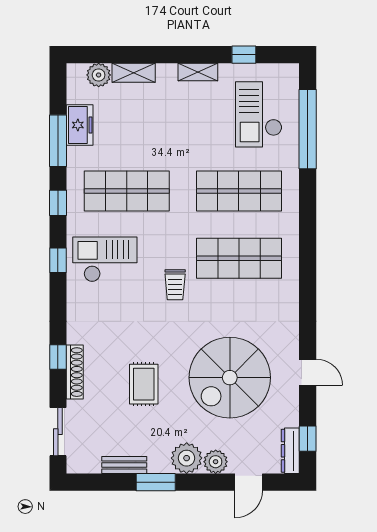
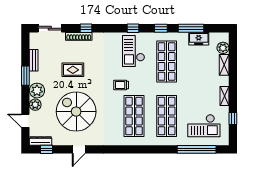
checkout: (259, 114) -> (204, 126), turned 180
checkout: (105, 259) -> (133, 51), turned 180

